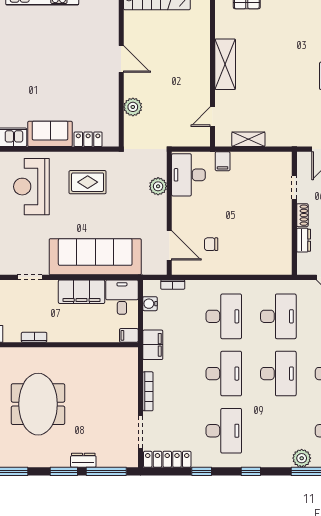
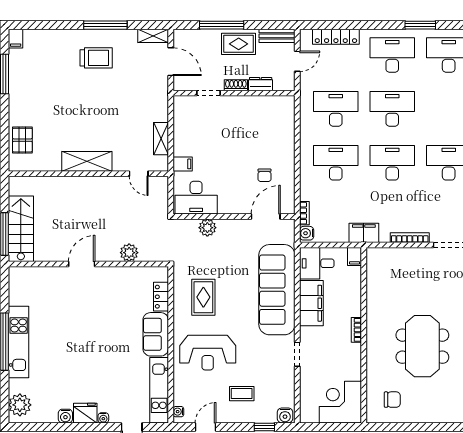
water cooler: (150, 304) -> (307, 233), moved, turned 90
bookcase: (34, 337) -> (356, 330), moved
meeting table: (38, 404) -> (422, 346), turned 90

